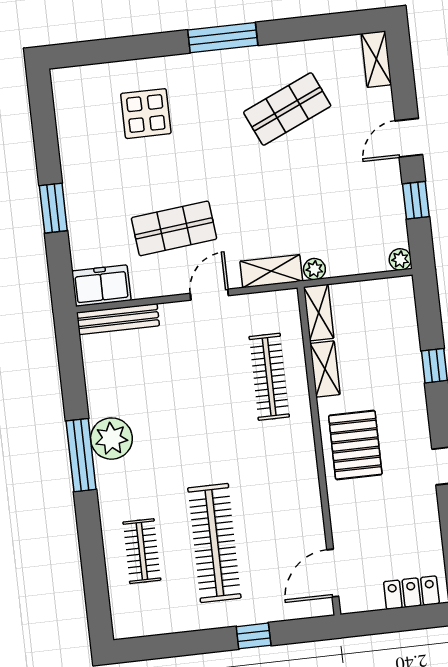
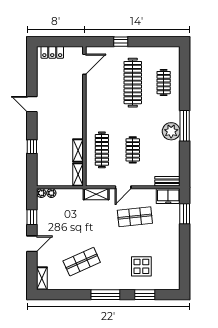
window: (131, 48) -> (145, 295), added
window: (53, 208) -> (185, 214), moved
plant: (314, 269) -> (51, 193), moved
bench: (118, 319) -> (167, 181), width x0.73
clothes rail: (197, 385) -> (133, 150), added
pallet: (355, 445) -> (69, 117), removed

